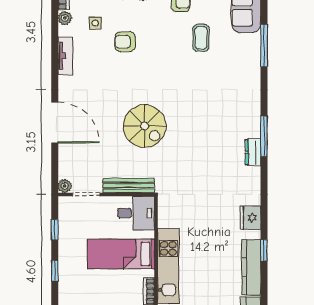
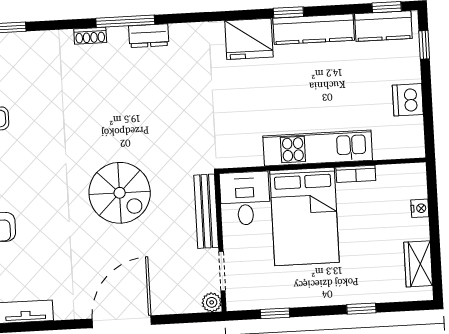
shoe rack: (255, 111) -> (90, 36), added
spiral stairs: (145, 126) -> (120, 193), turned 90
fridge: (250, 218) -> (249, 39), width x1.36, depth x1.34
bed: (121, 254) -> (304, 217), width x1.50
window: (55, 271) -> (361, 309), moved

